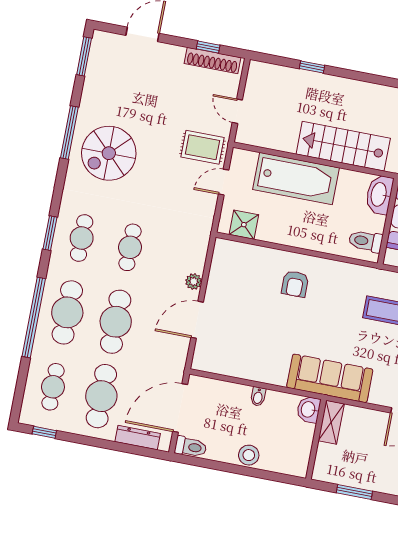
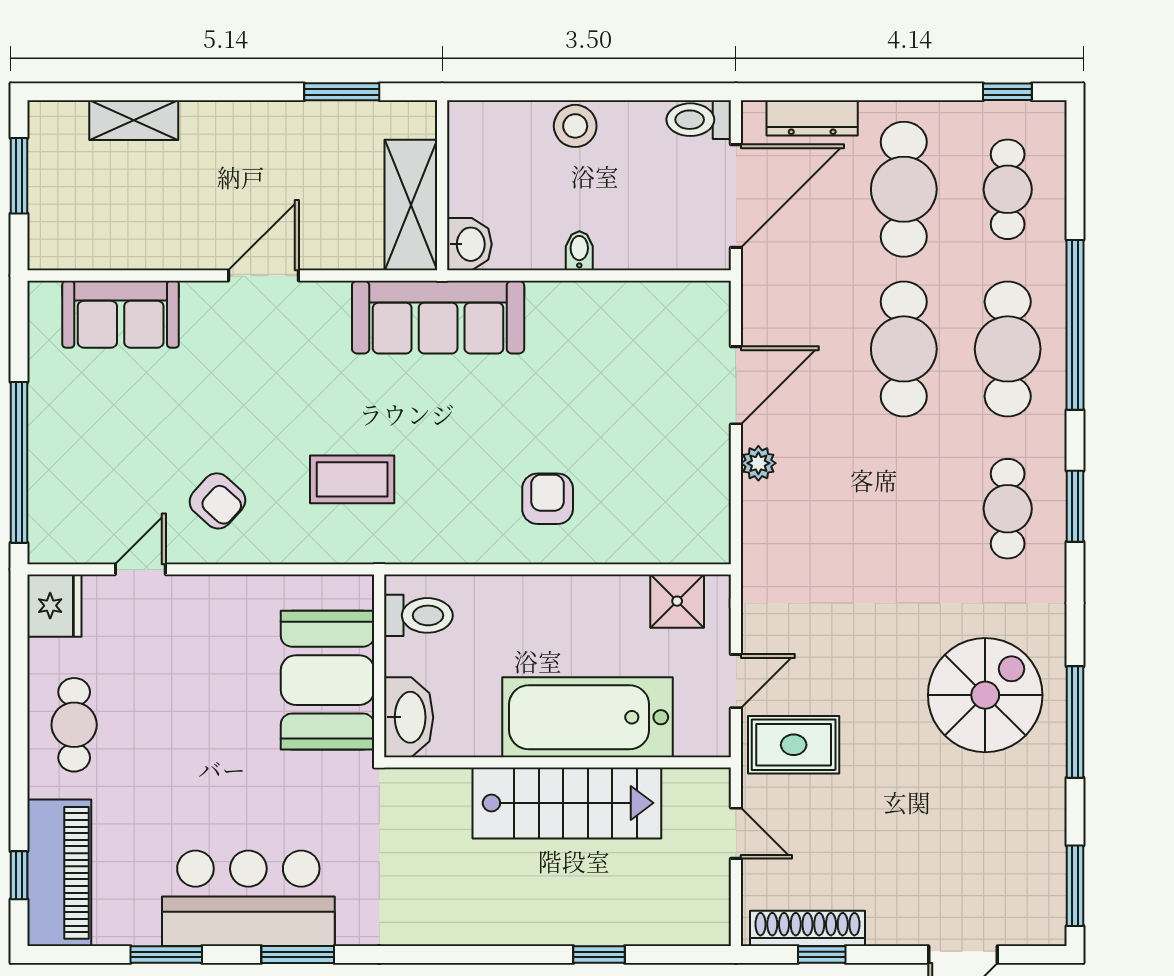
stairs: (343, 146) -> (567, 803), moved
cafe table: (130, 247) -> (904, 509), removed
shelving: (331, 422) -> (411, 205), width x1.50, depth x1.33

